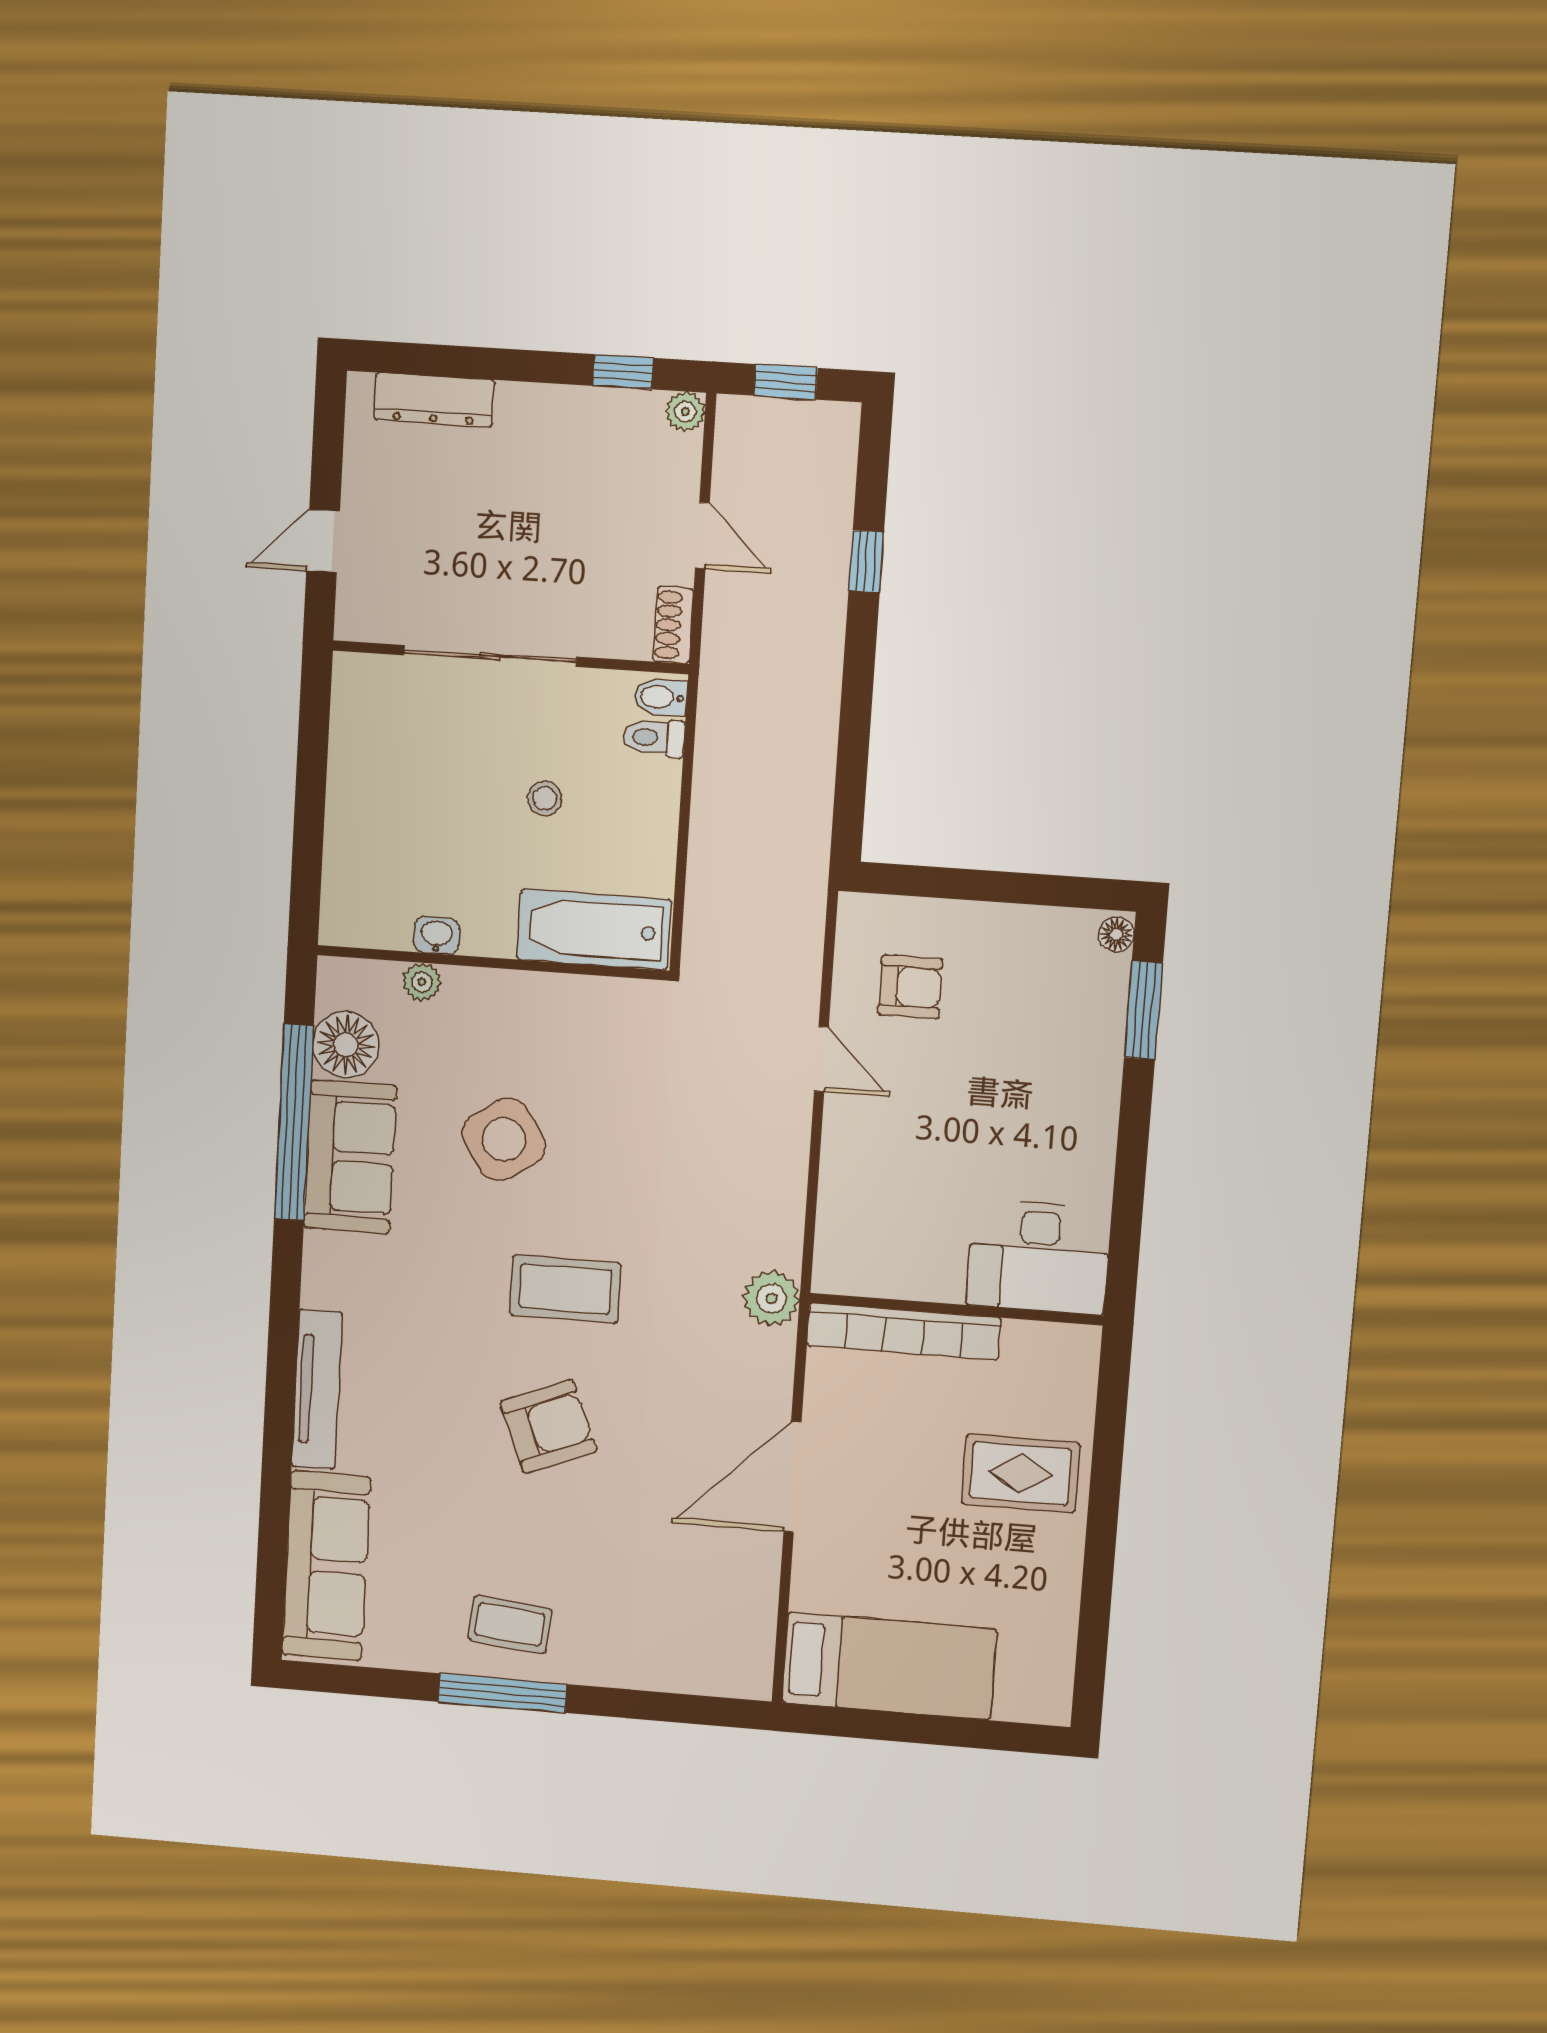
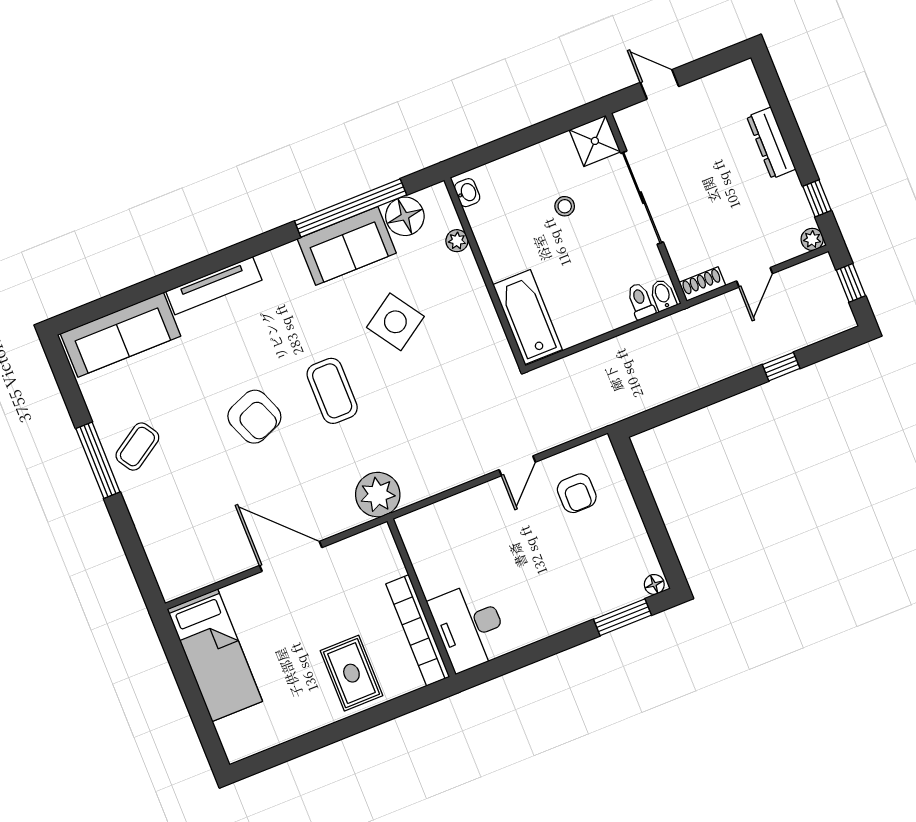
dresser: (434, 400) -> (771, 143), moved
shower: (365, 688) -> (595, 141), added
stool: (545, 798) -> (565, 206), moved
washbasin: (437, 935) -> (467, 193), moved
plant: (771, 1298) -> (378, 495), width x1.36, depth x1.36
bookcase: (904, 1332) -> (418, 630), moved
coffee table: (510, 1624) -> (137, 447), turned 51

